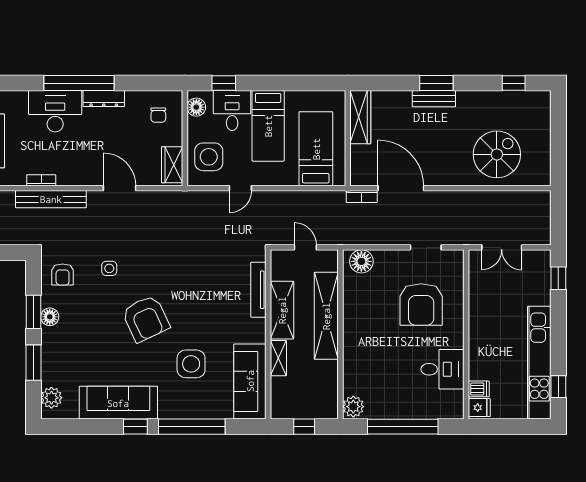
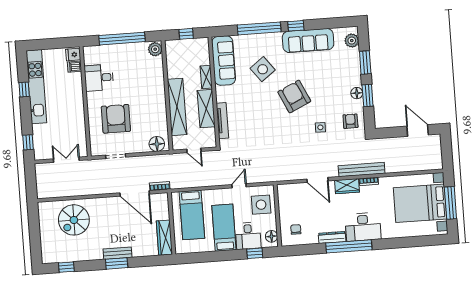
wardrobe: (172, 165) -> (347, 186), moved, turned 90
side table: (191, 364) -> (263, 69), turned -37
window: (558, 387) -> (24, 89), moved

